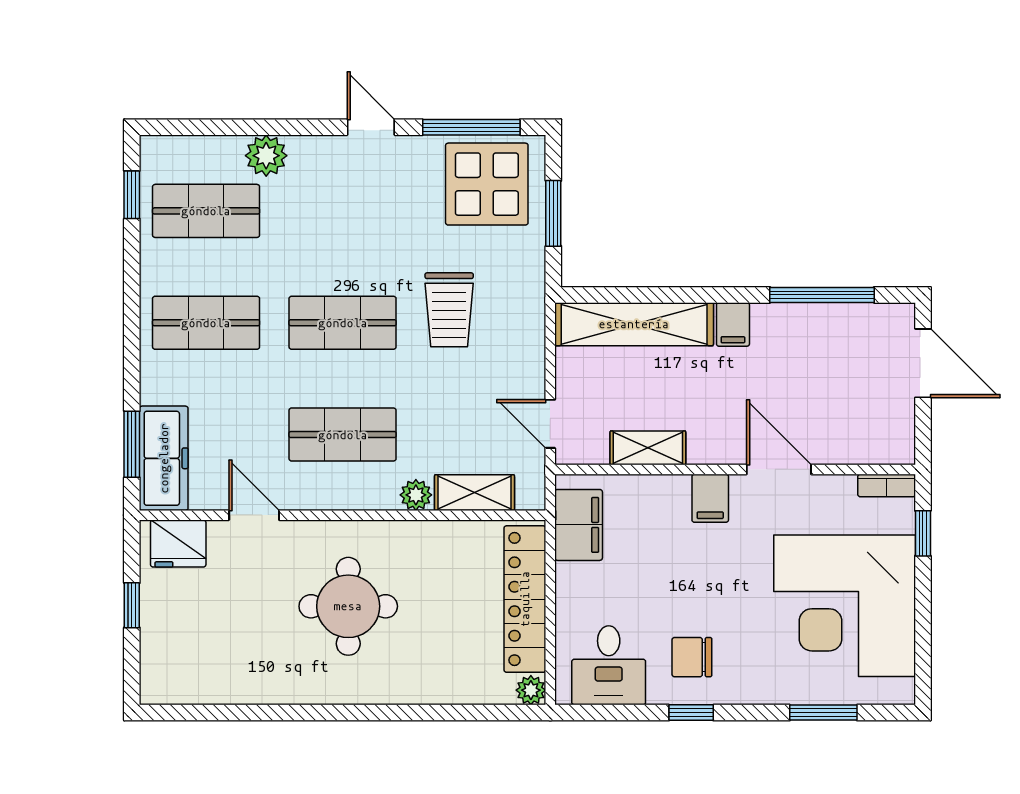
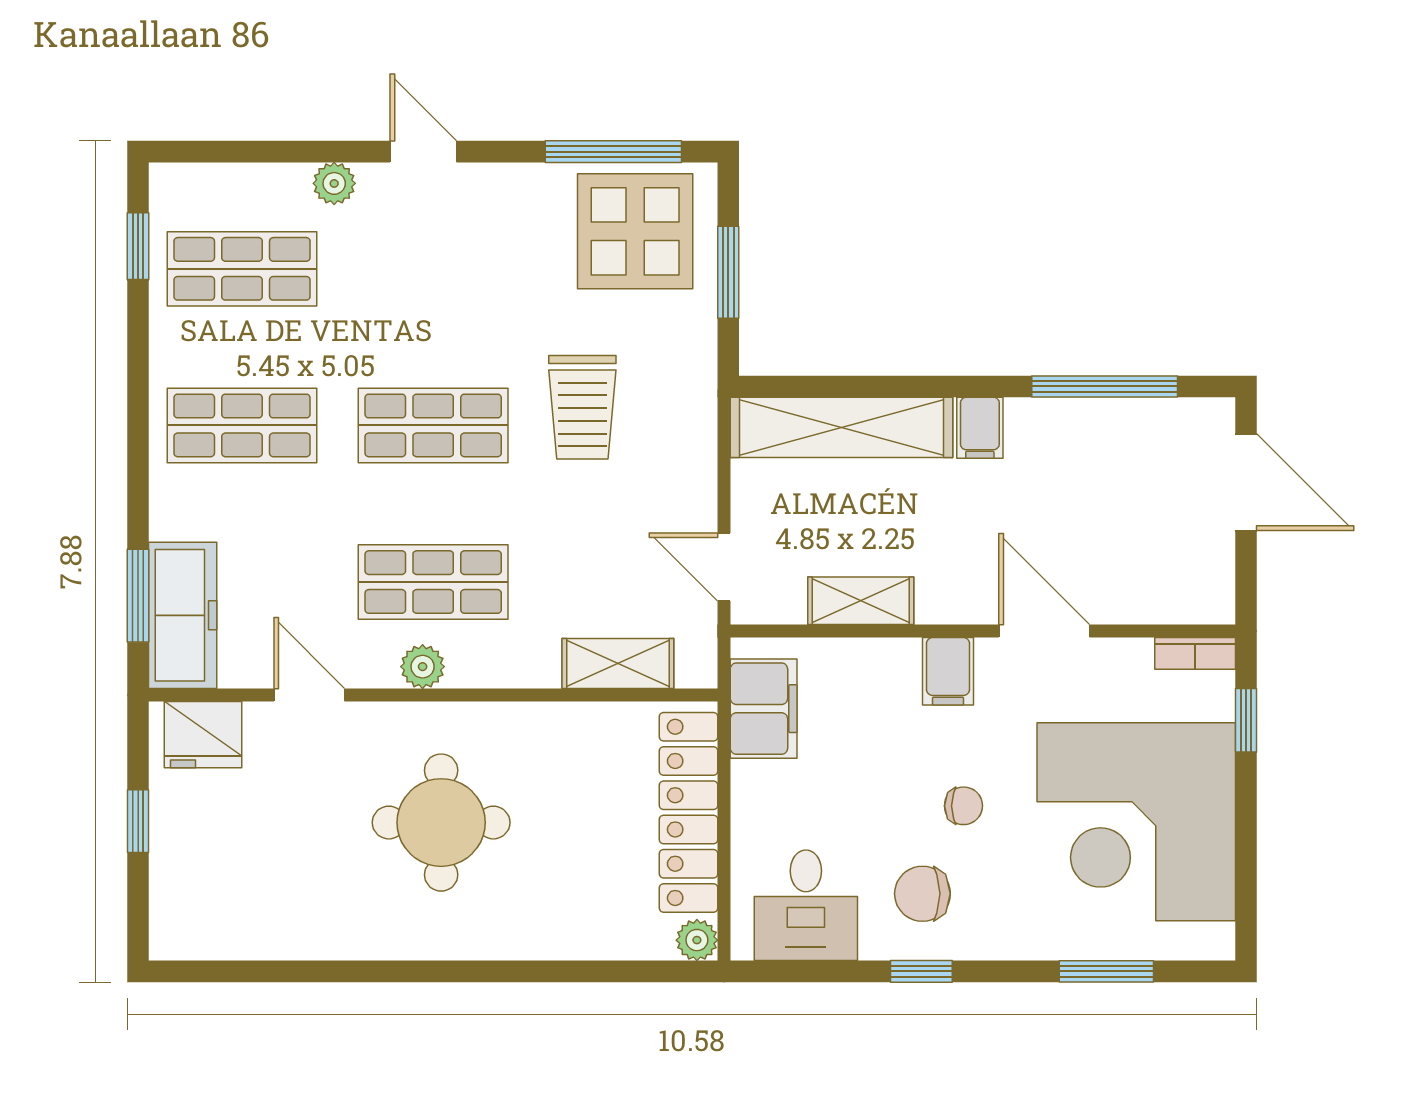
door: (371, 127) -> (423, 152), moved
plant: (266, 156) -> (334, 183), width x0.73, depth x0.73
plant: (416, 495) -> (423, 667), moved
chair: (721, 594) -> (963, 806), added

